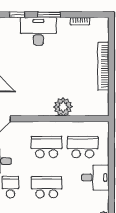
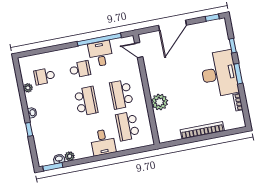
desk: (38, 31) -> (219, 74), width x1.36, depth x1.30
school desk: (47, 147) -> (121, 94), turned 180
school desk: (83, 147) -> (128, 126), turned 180

